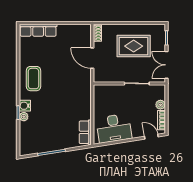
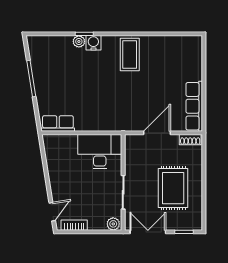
row of seats: (38, 30) -> (194, 106), moved
coffee table: (34, 79) -> (130, 54), turned 90
plant: (160, 105) -> (113, 224), moved
desk: (114, 128) -> (100, 152), moved, turned 99

